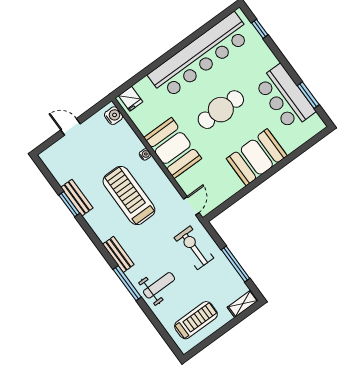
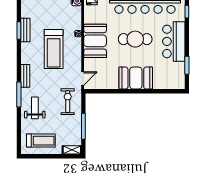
bar counter: (285, 97) -> (174, 41), moved
treadmill: (129, 195) -> (54, 49), turned 180
weight bench: (159, 285) -> (35, 108), turned -90

